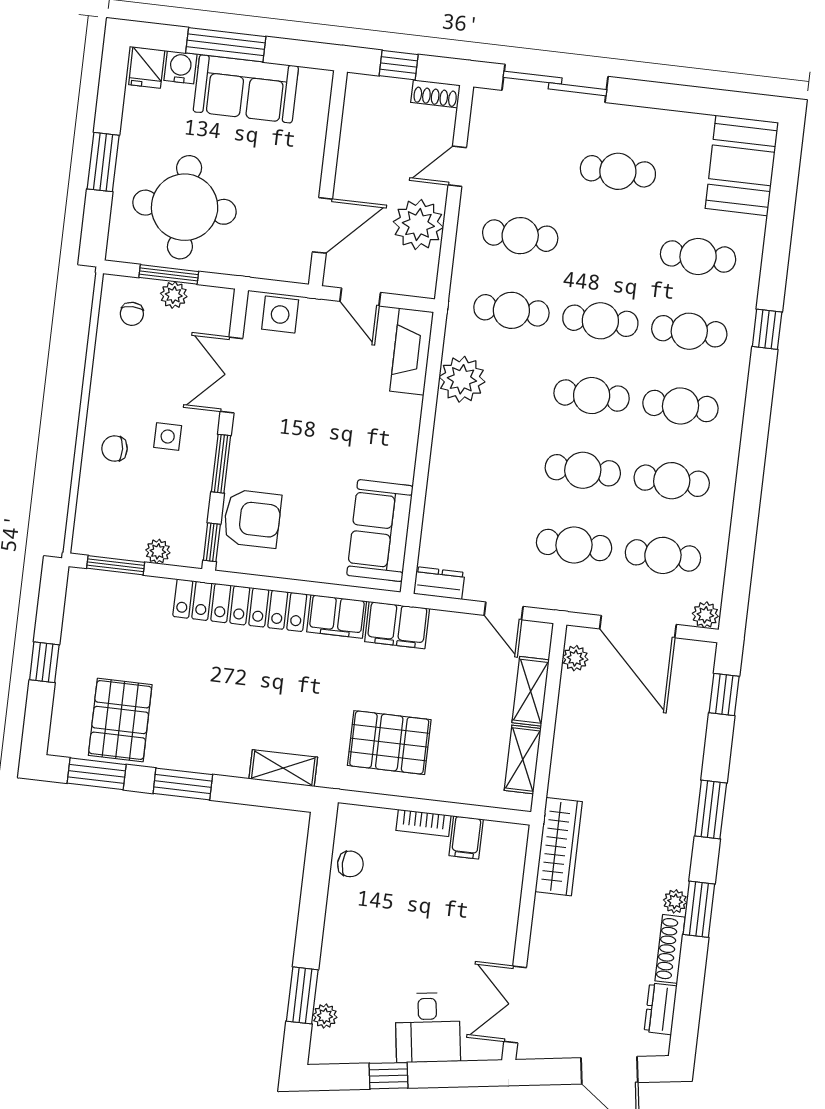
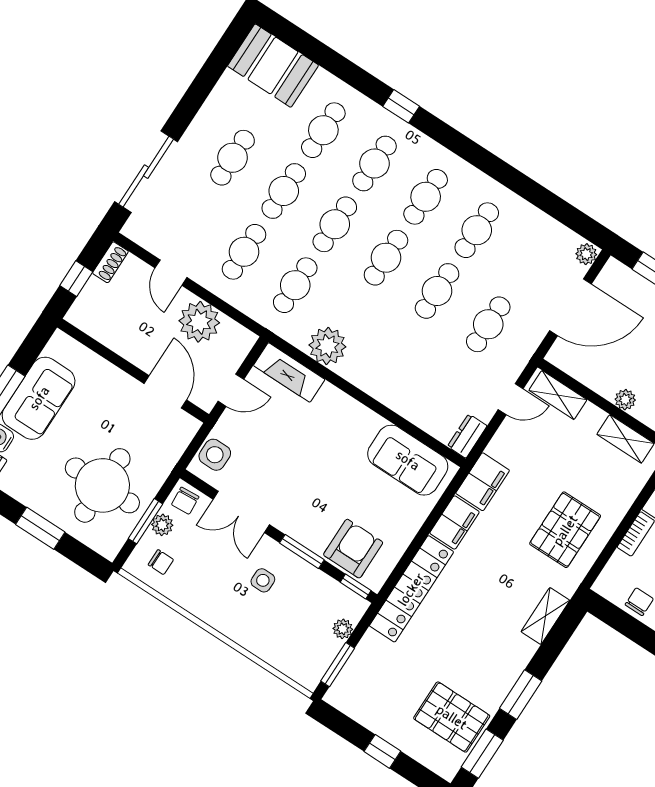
chair: (115, 448) -> (185, 501), moved
cafe table: (663, 555) -> (284, 191), moved
plant: (575, 658) -> (625, 400), moved
shelving: (531, 691) -> (558, 395), moved

